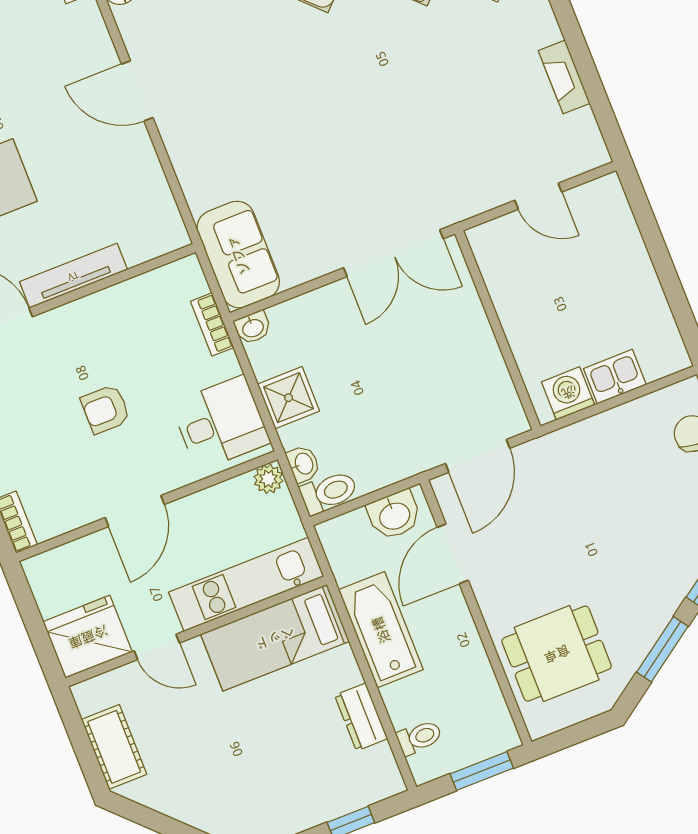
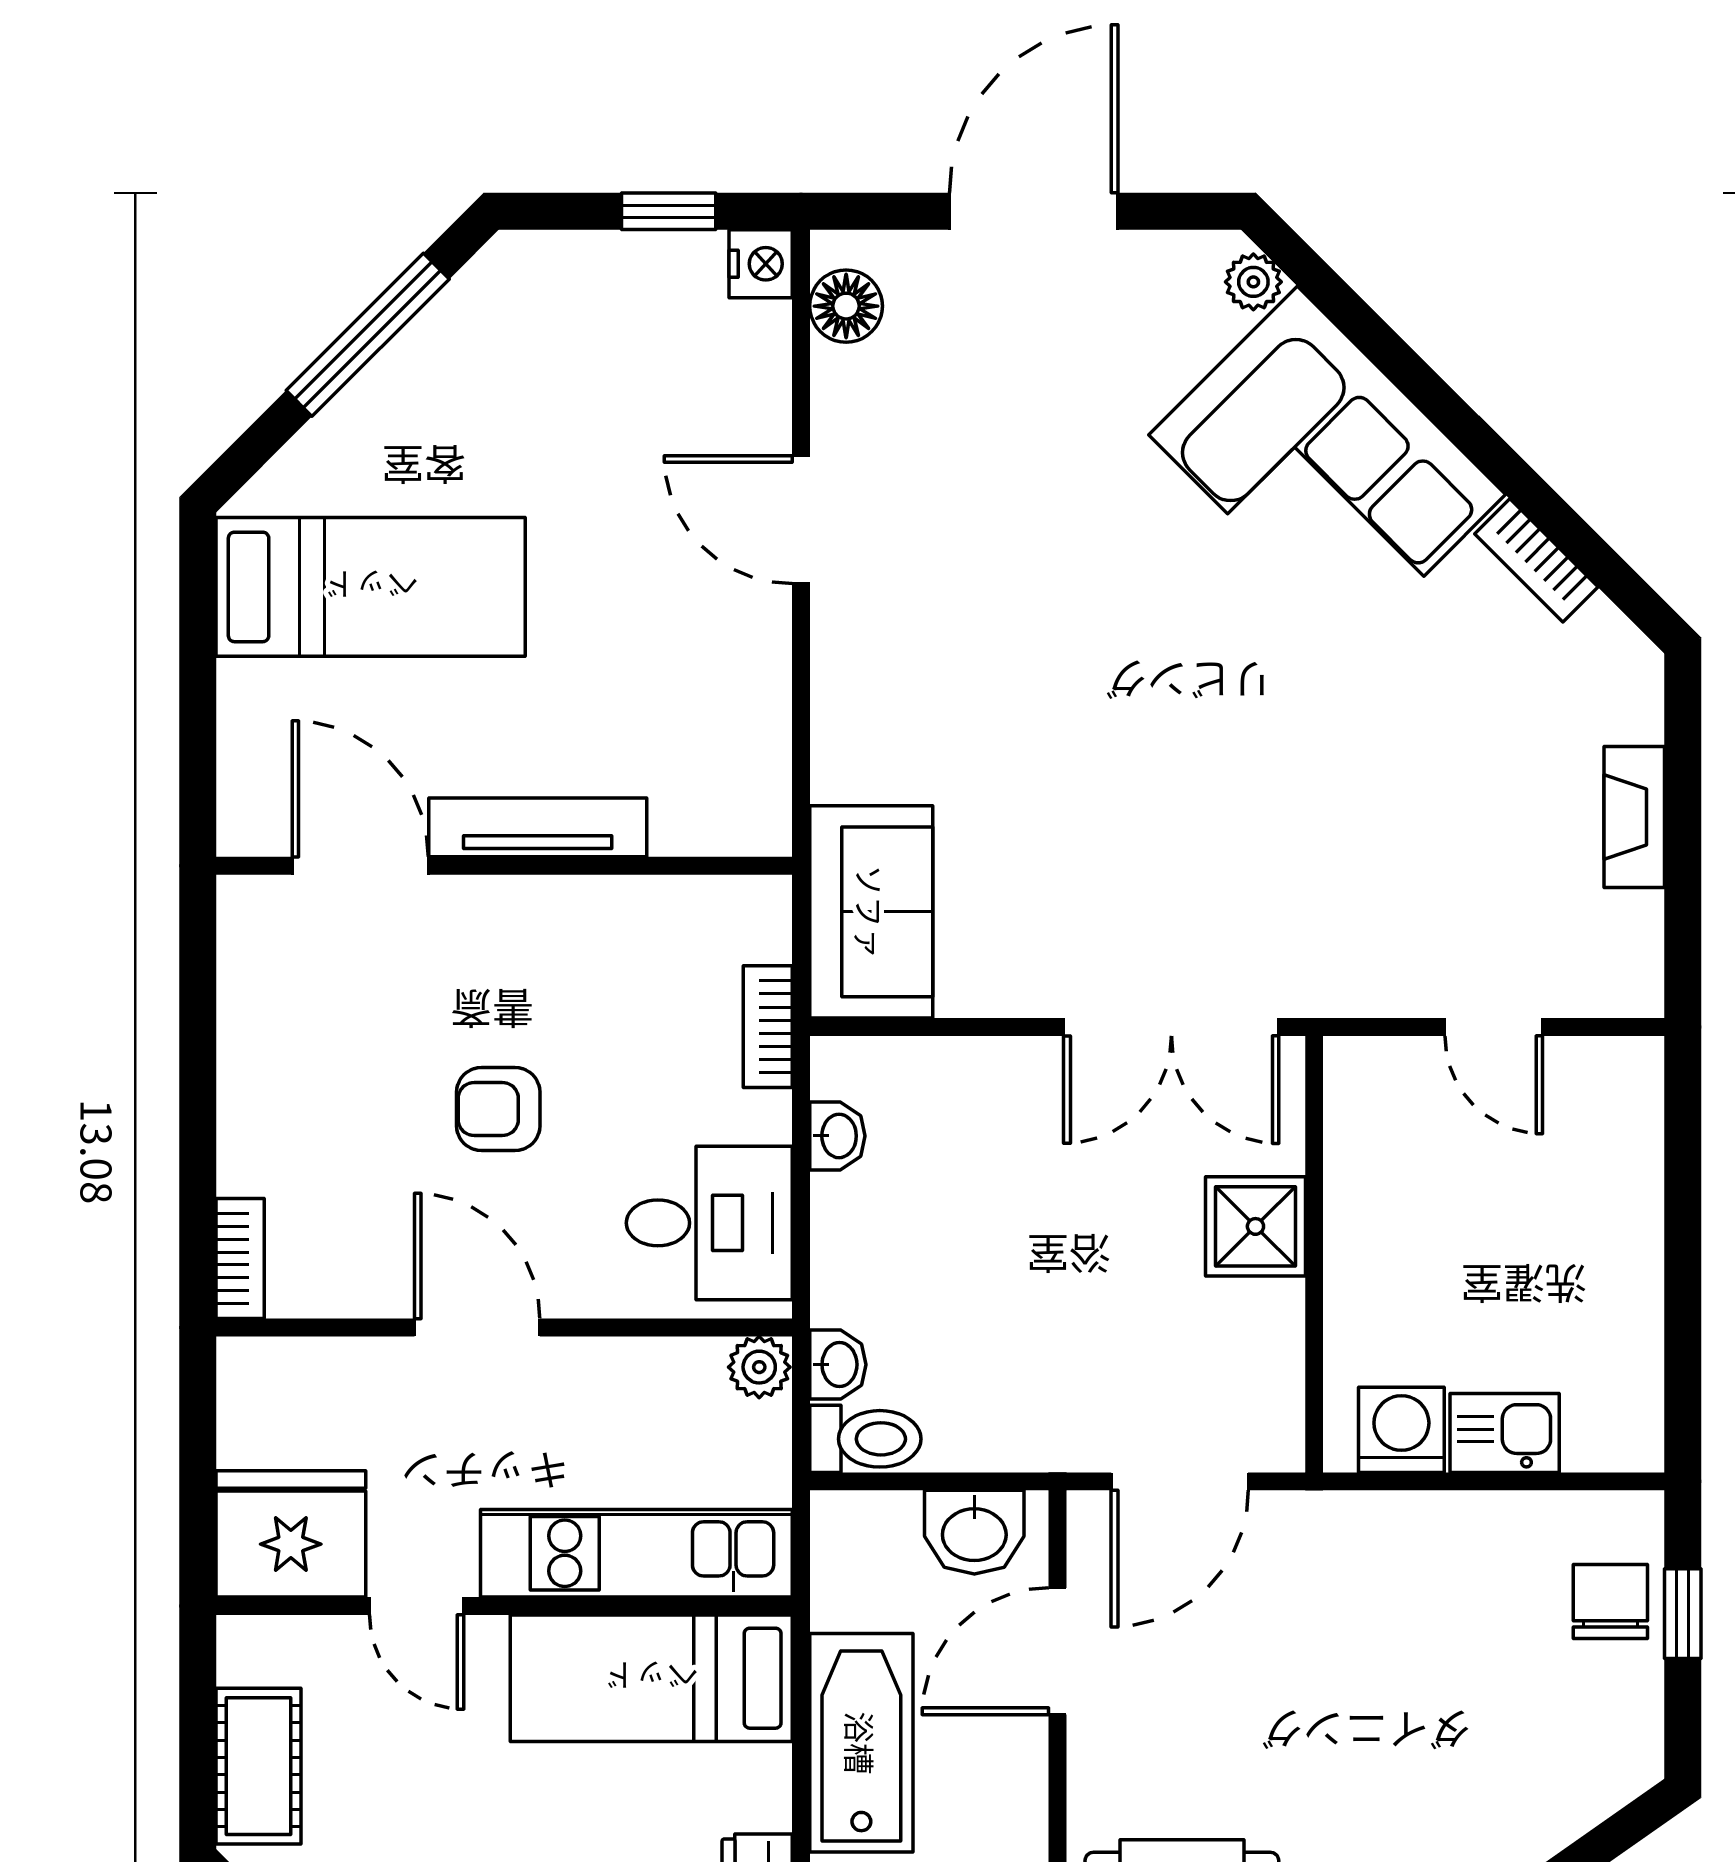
washbasin: (253, 327) -> (837, 1136), moved, turned -90
shower: (289, 398) -> (1255, 1226), moved
door: (135, 511) -> (477, 1327), swing flipped

